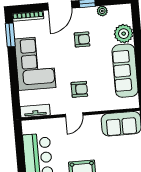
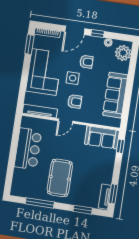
plant: (124, 34) -> (123, 53), moved
side table: (71, 62) -> (73, 78), added
tv unit: (35, 111) -> (40, 111), width x1.41

